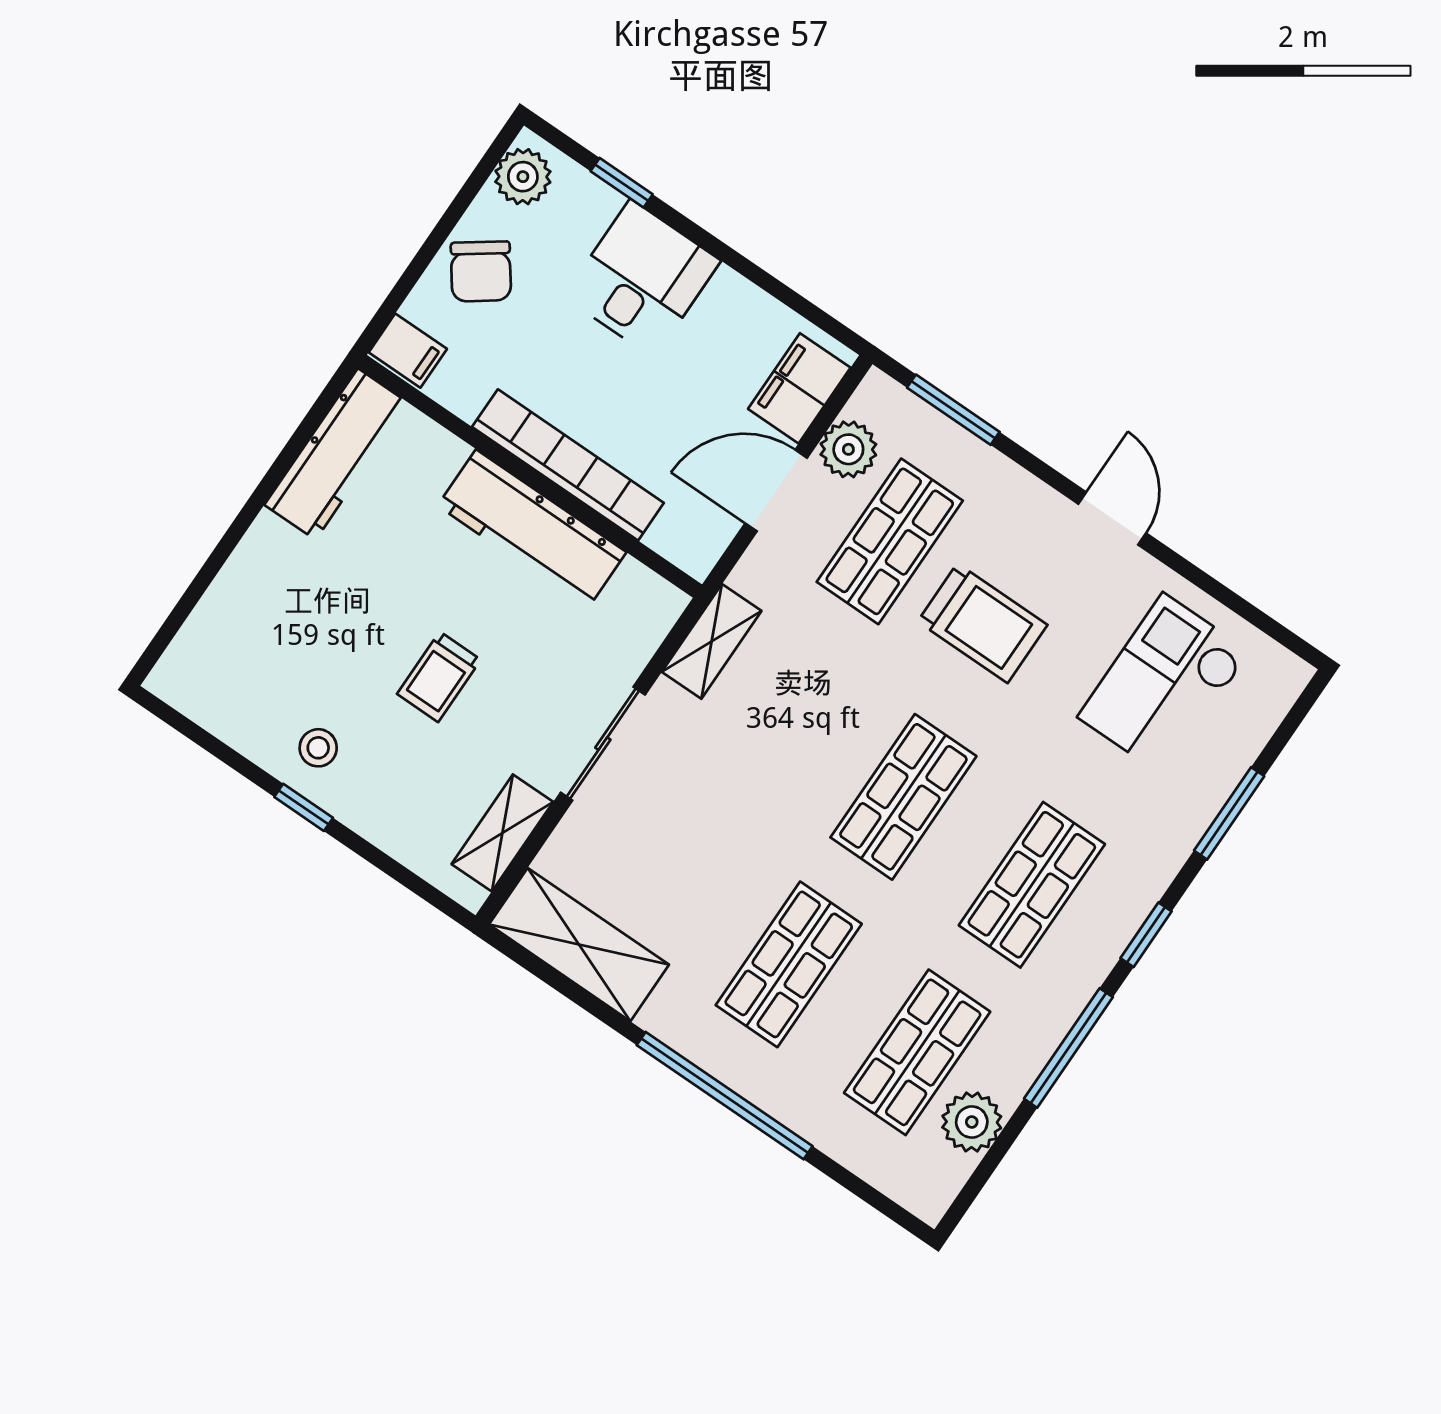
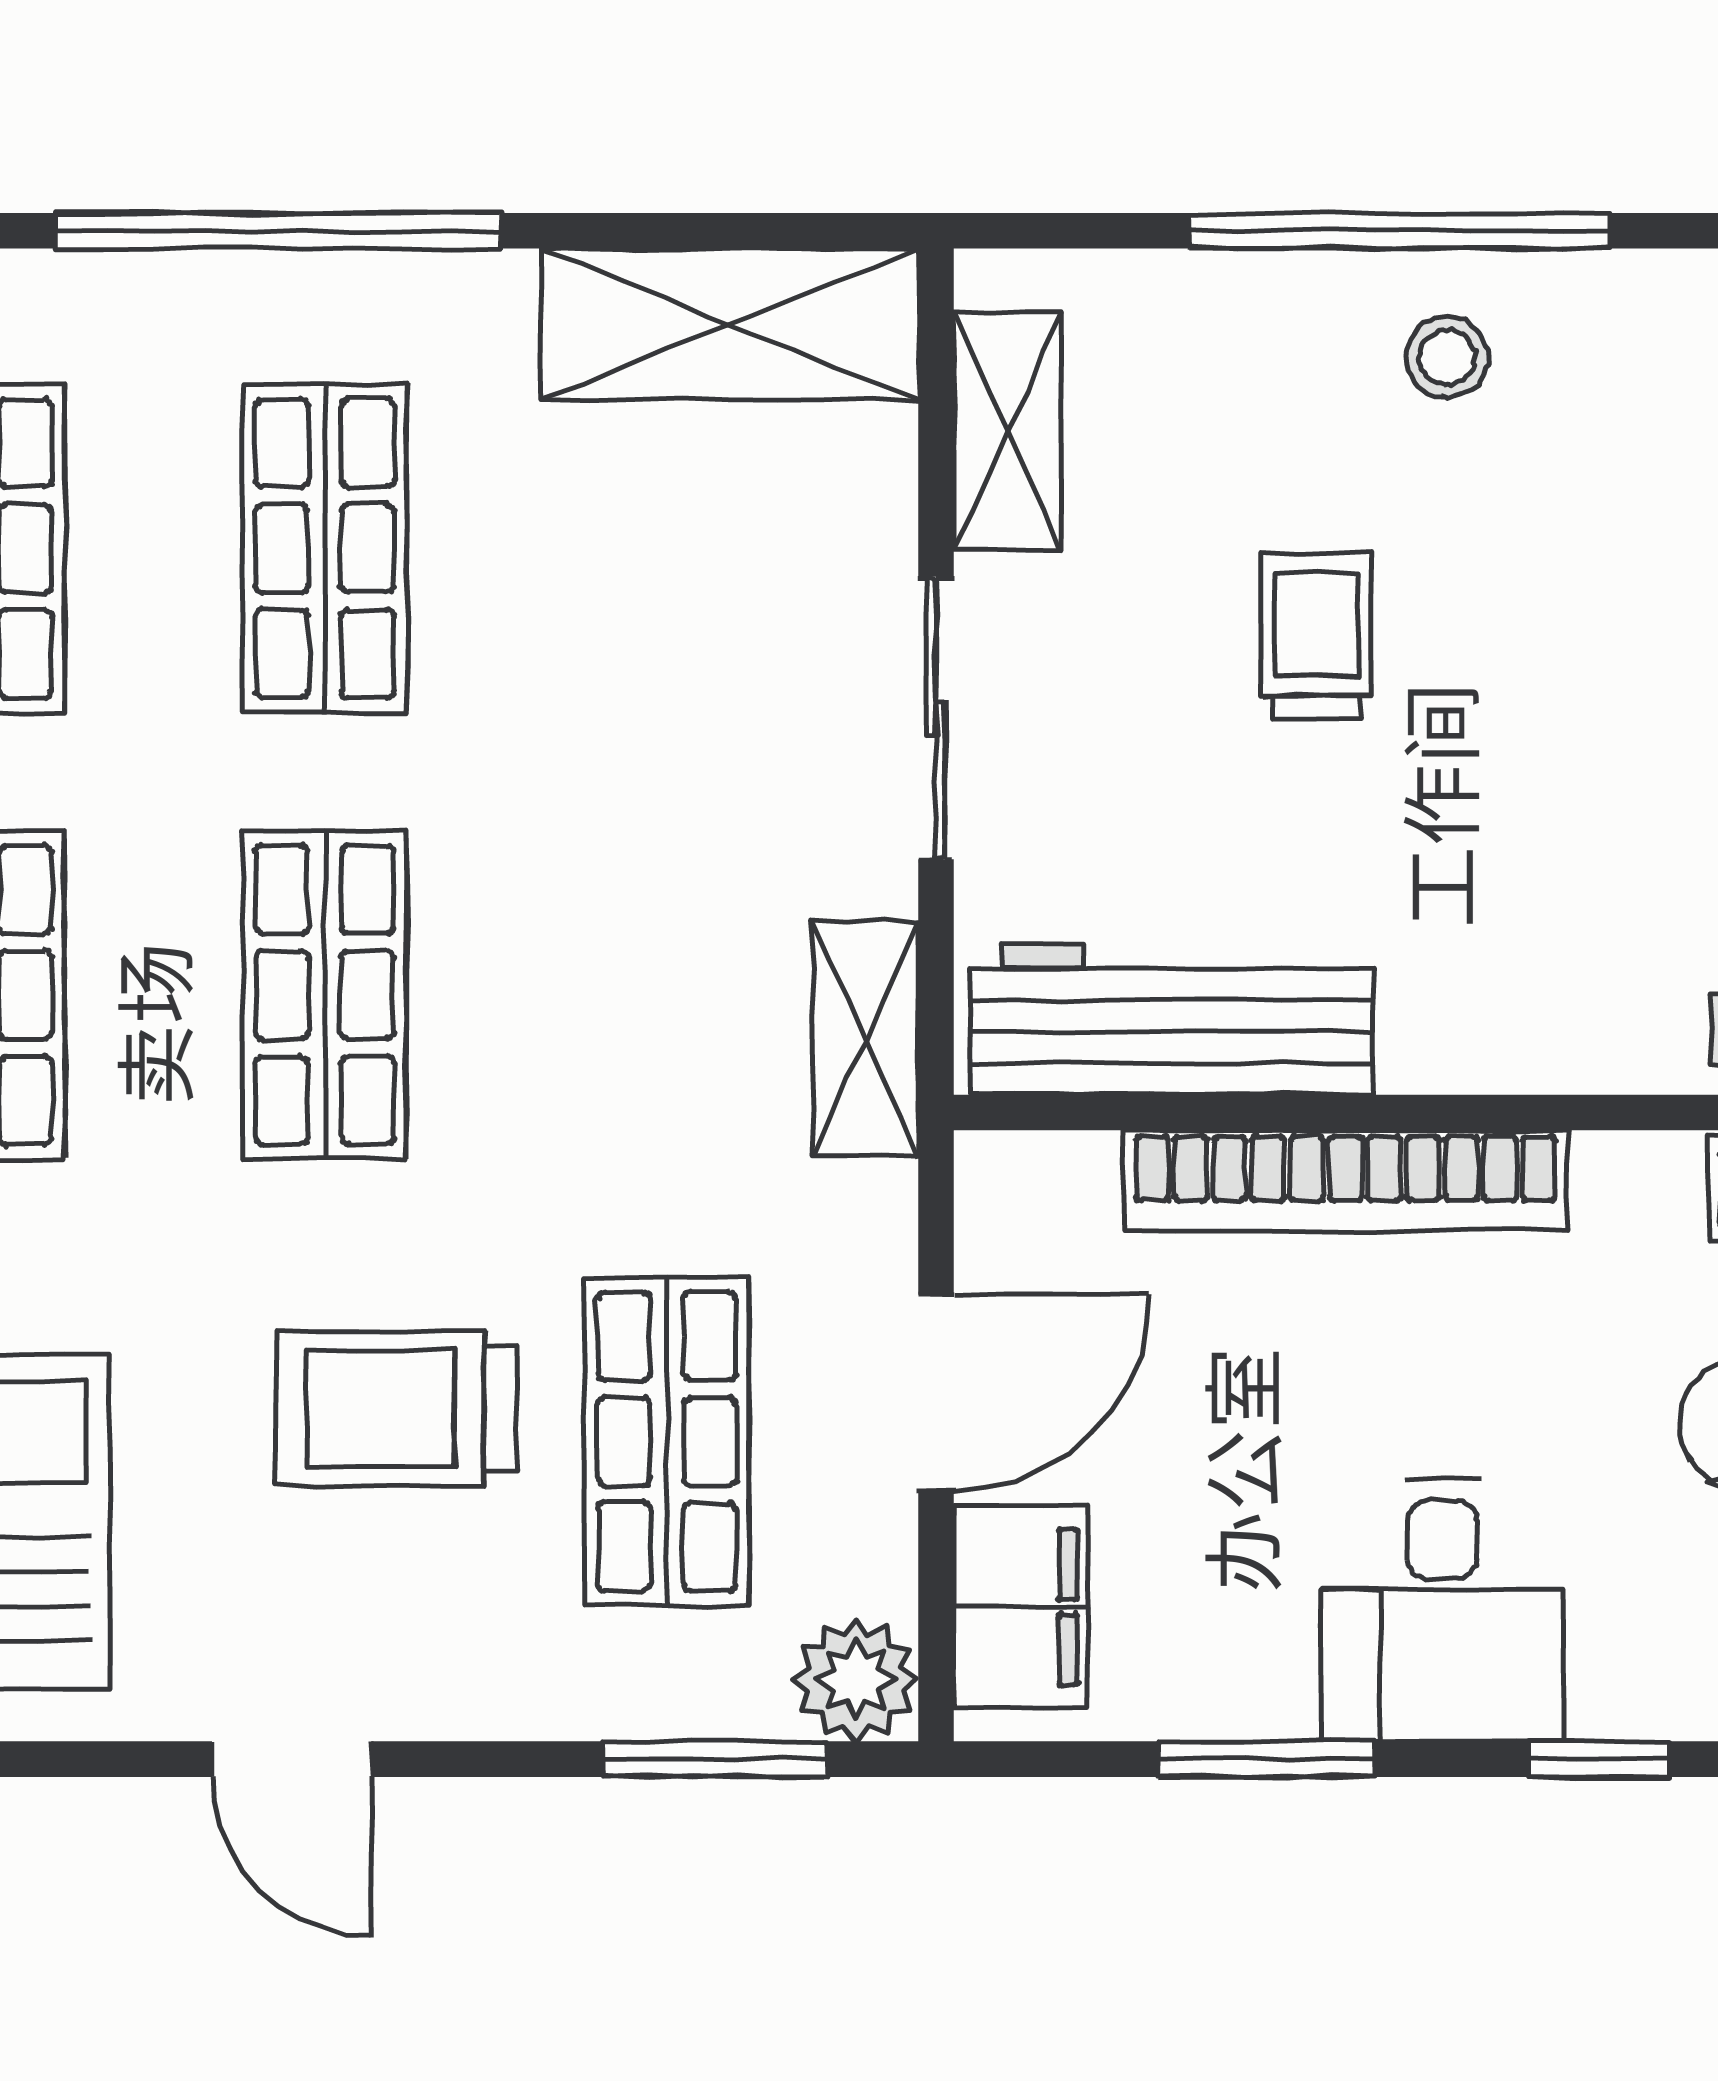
window: (746, 268) -> (1266, 1759), added
plant: (848, 449) -> (856, 1679), moved
workbench: (532, 529) -> (1172, 1020), moved
window: (304, 807) -> (1400, 231), width x3.17

